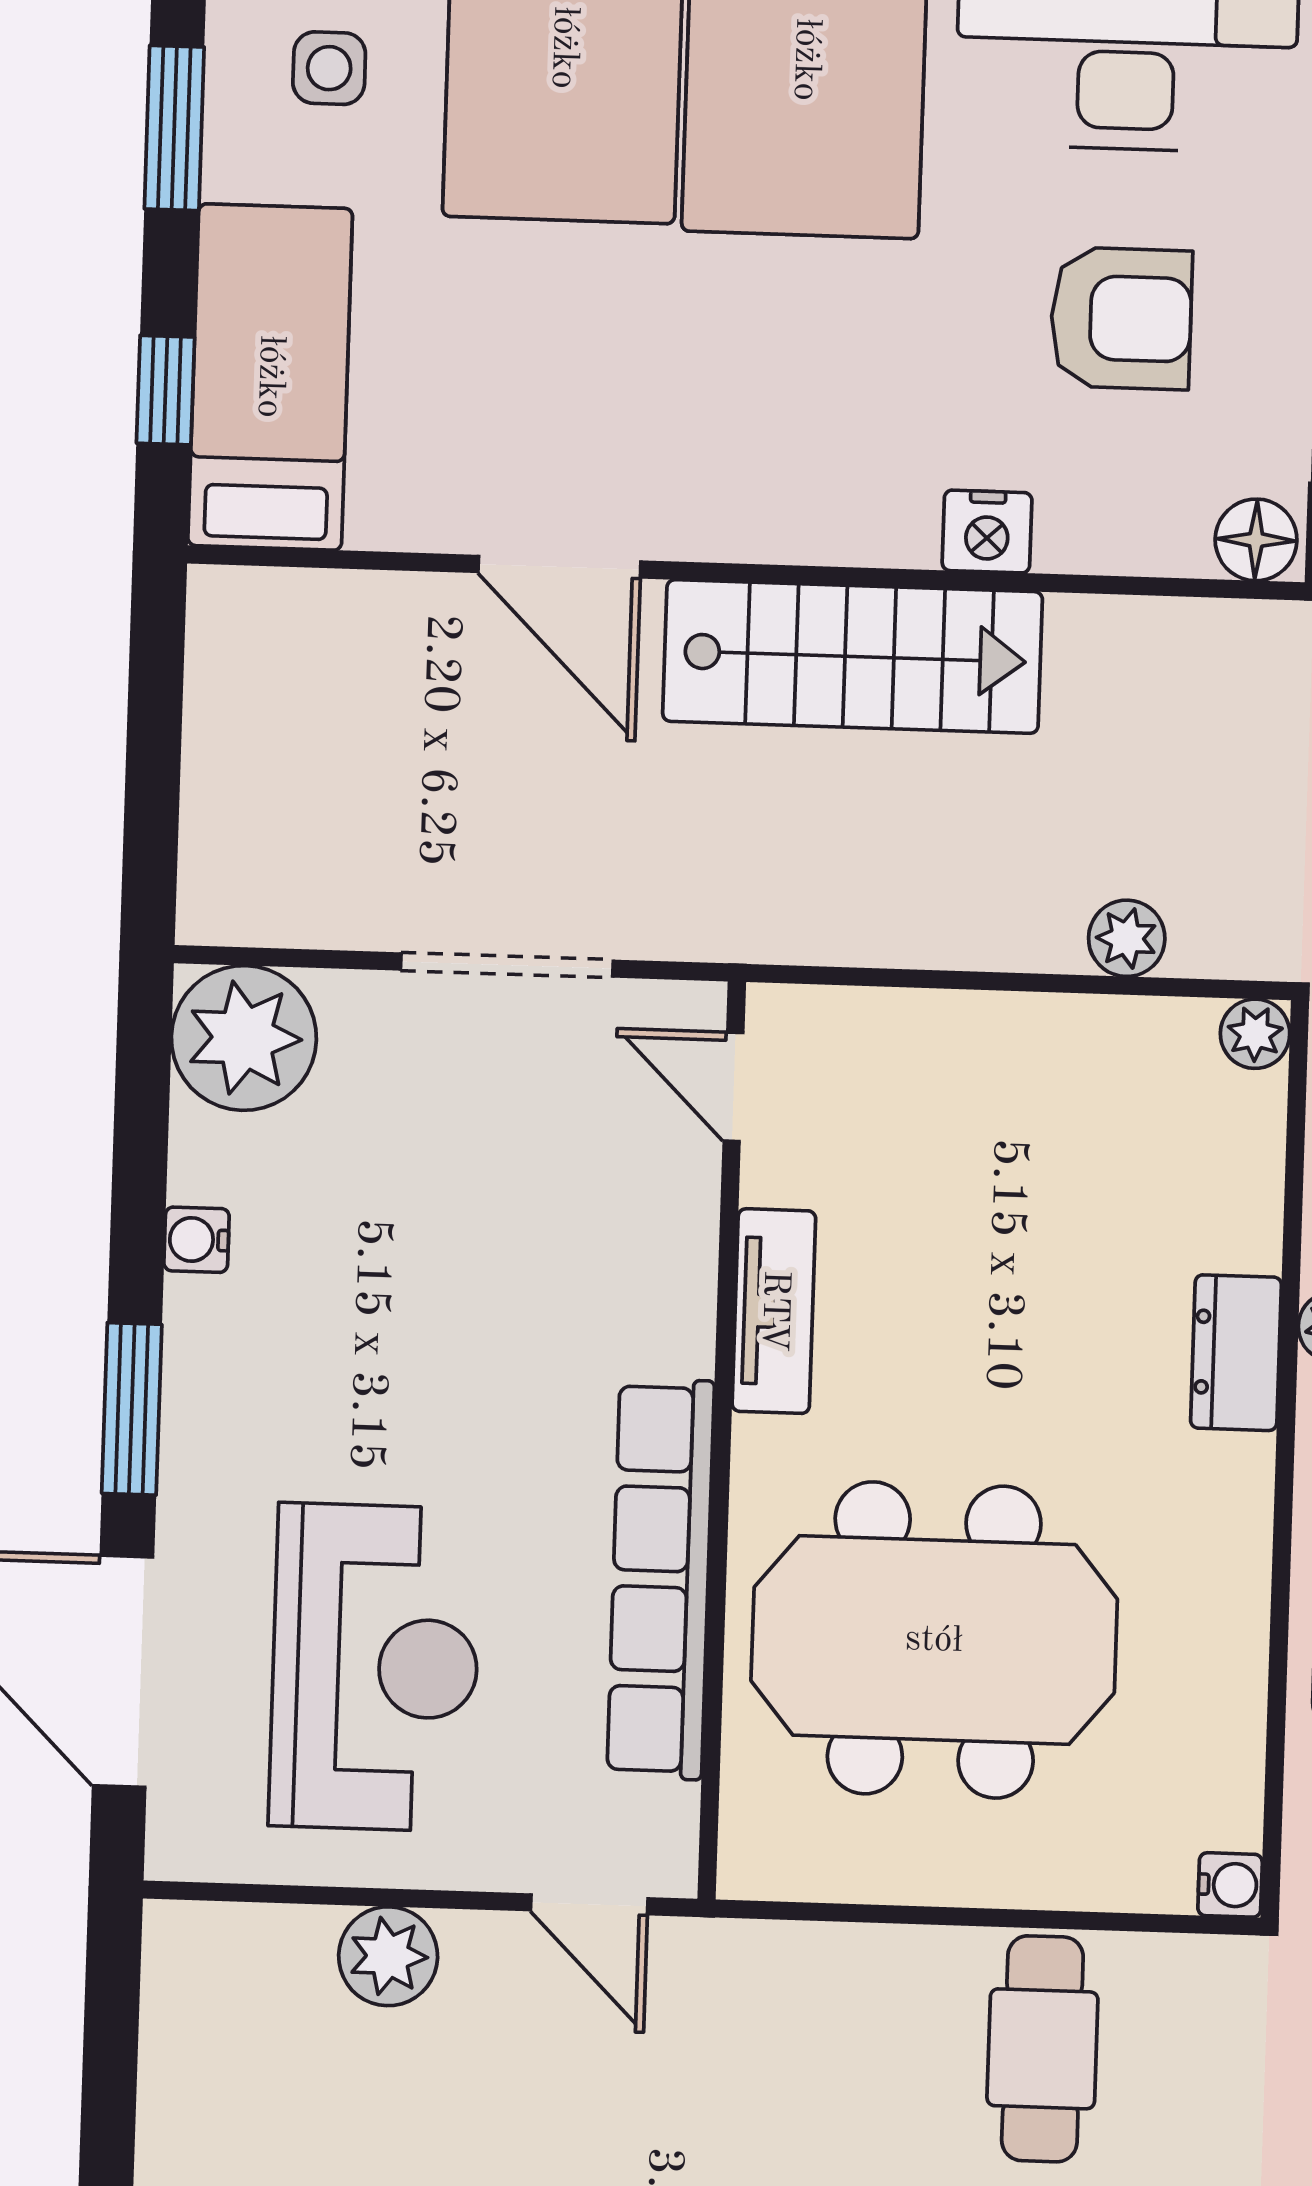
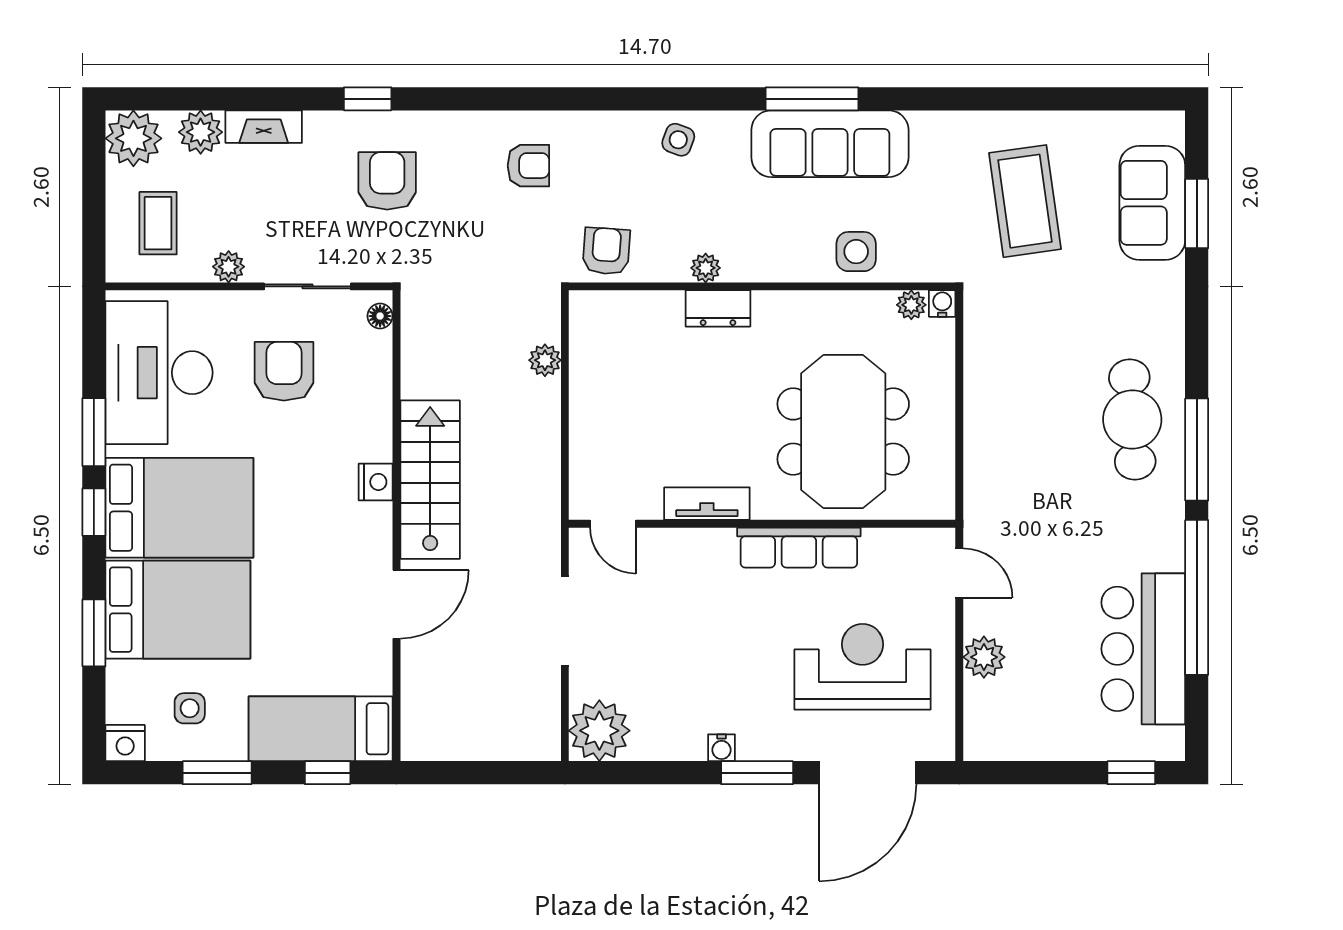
nightstand: (987, 532) -> (376, 482), moved
floor lamp: (1256, 540) -> (380, 316), width x0.73, depth x0.73
plant: (1255, 1034) -> (911, 305), moved
door: (733, 1087) -> (613, 524), hinge flipped
water cooler: (197, 1240) -> (722, 748), moved
row of seats: (661, 1579) -> (799, 548), width x0.73
door: (589, 1904) -> (959, 573), hinge flipped
cafe table: (1042, 2049) -> (1014, 380), removed

